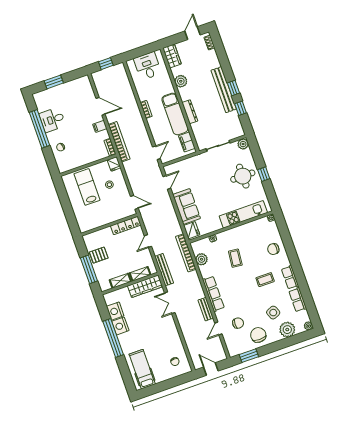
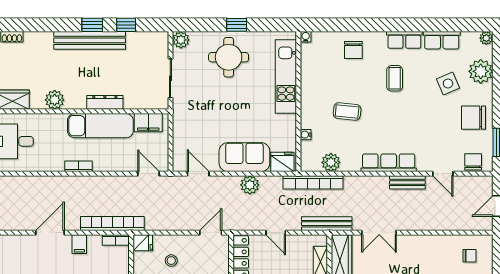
plant: (171, 216) -> (250, 185), added
chair: (238, 323) -> (473, 162), moved

